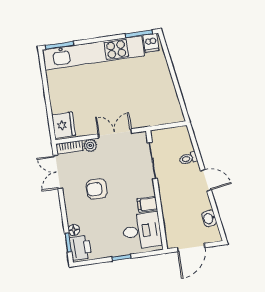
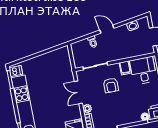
door: (206, 180) -> (107, 29), hinge flipped
armchair: (97, 189) -> (111, 85), moved

